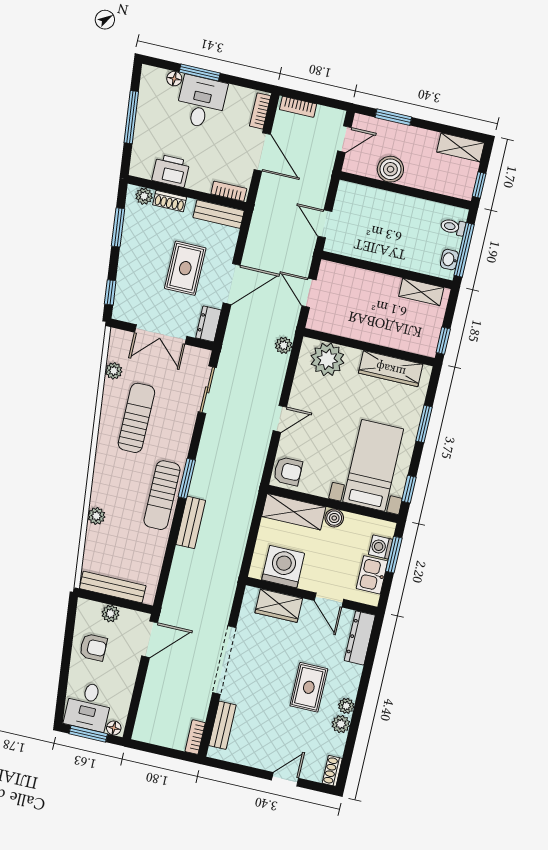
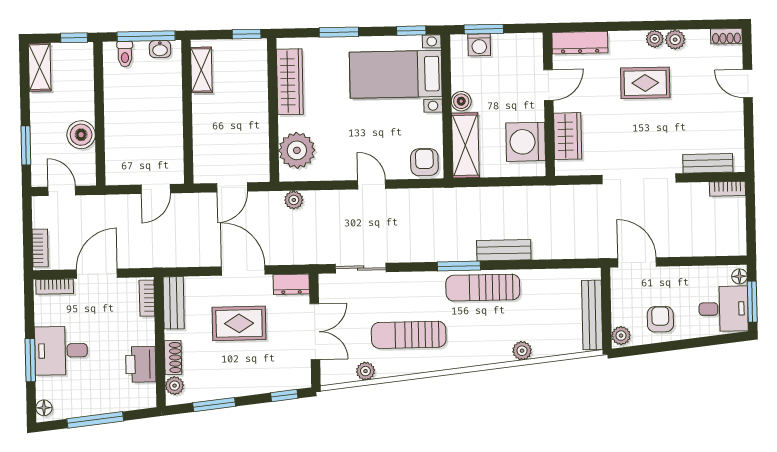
floor lamp: (174, 79) -> (44, 408), moved
sun lounger: (162, 495) -> (483, 288), turned 180
kitchen sink: (372, 575) -> (511, 47), removed
plant: (110, 614) -> (621, 336), moved

